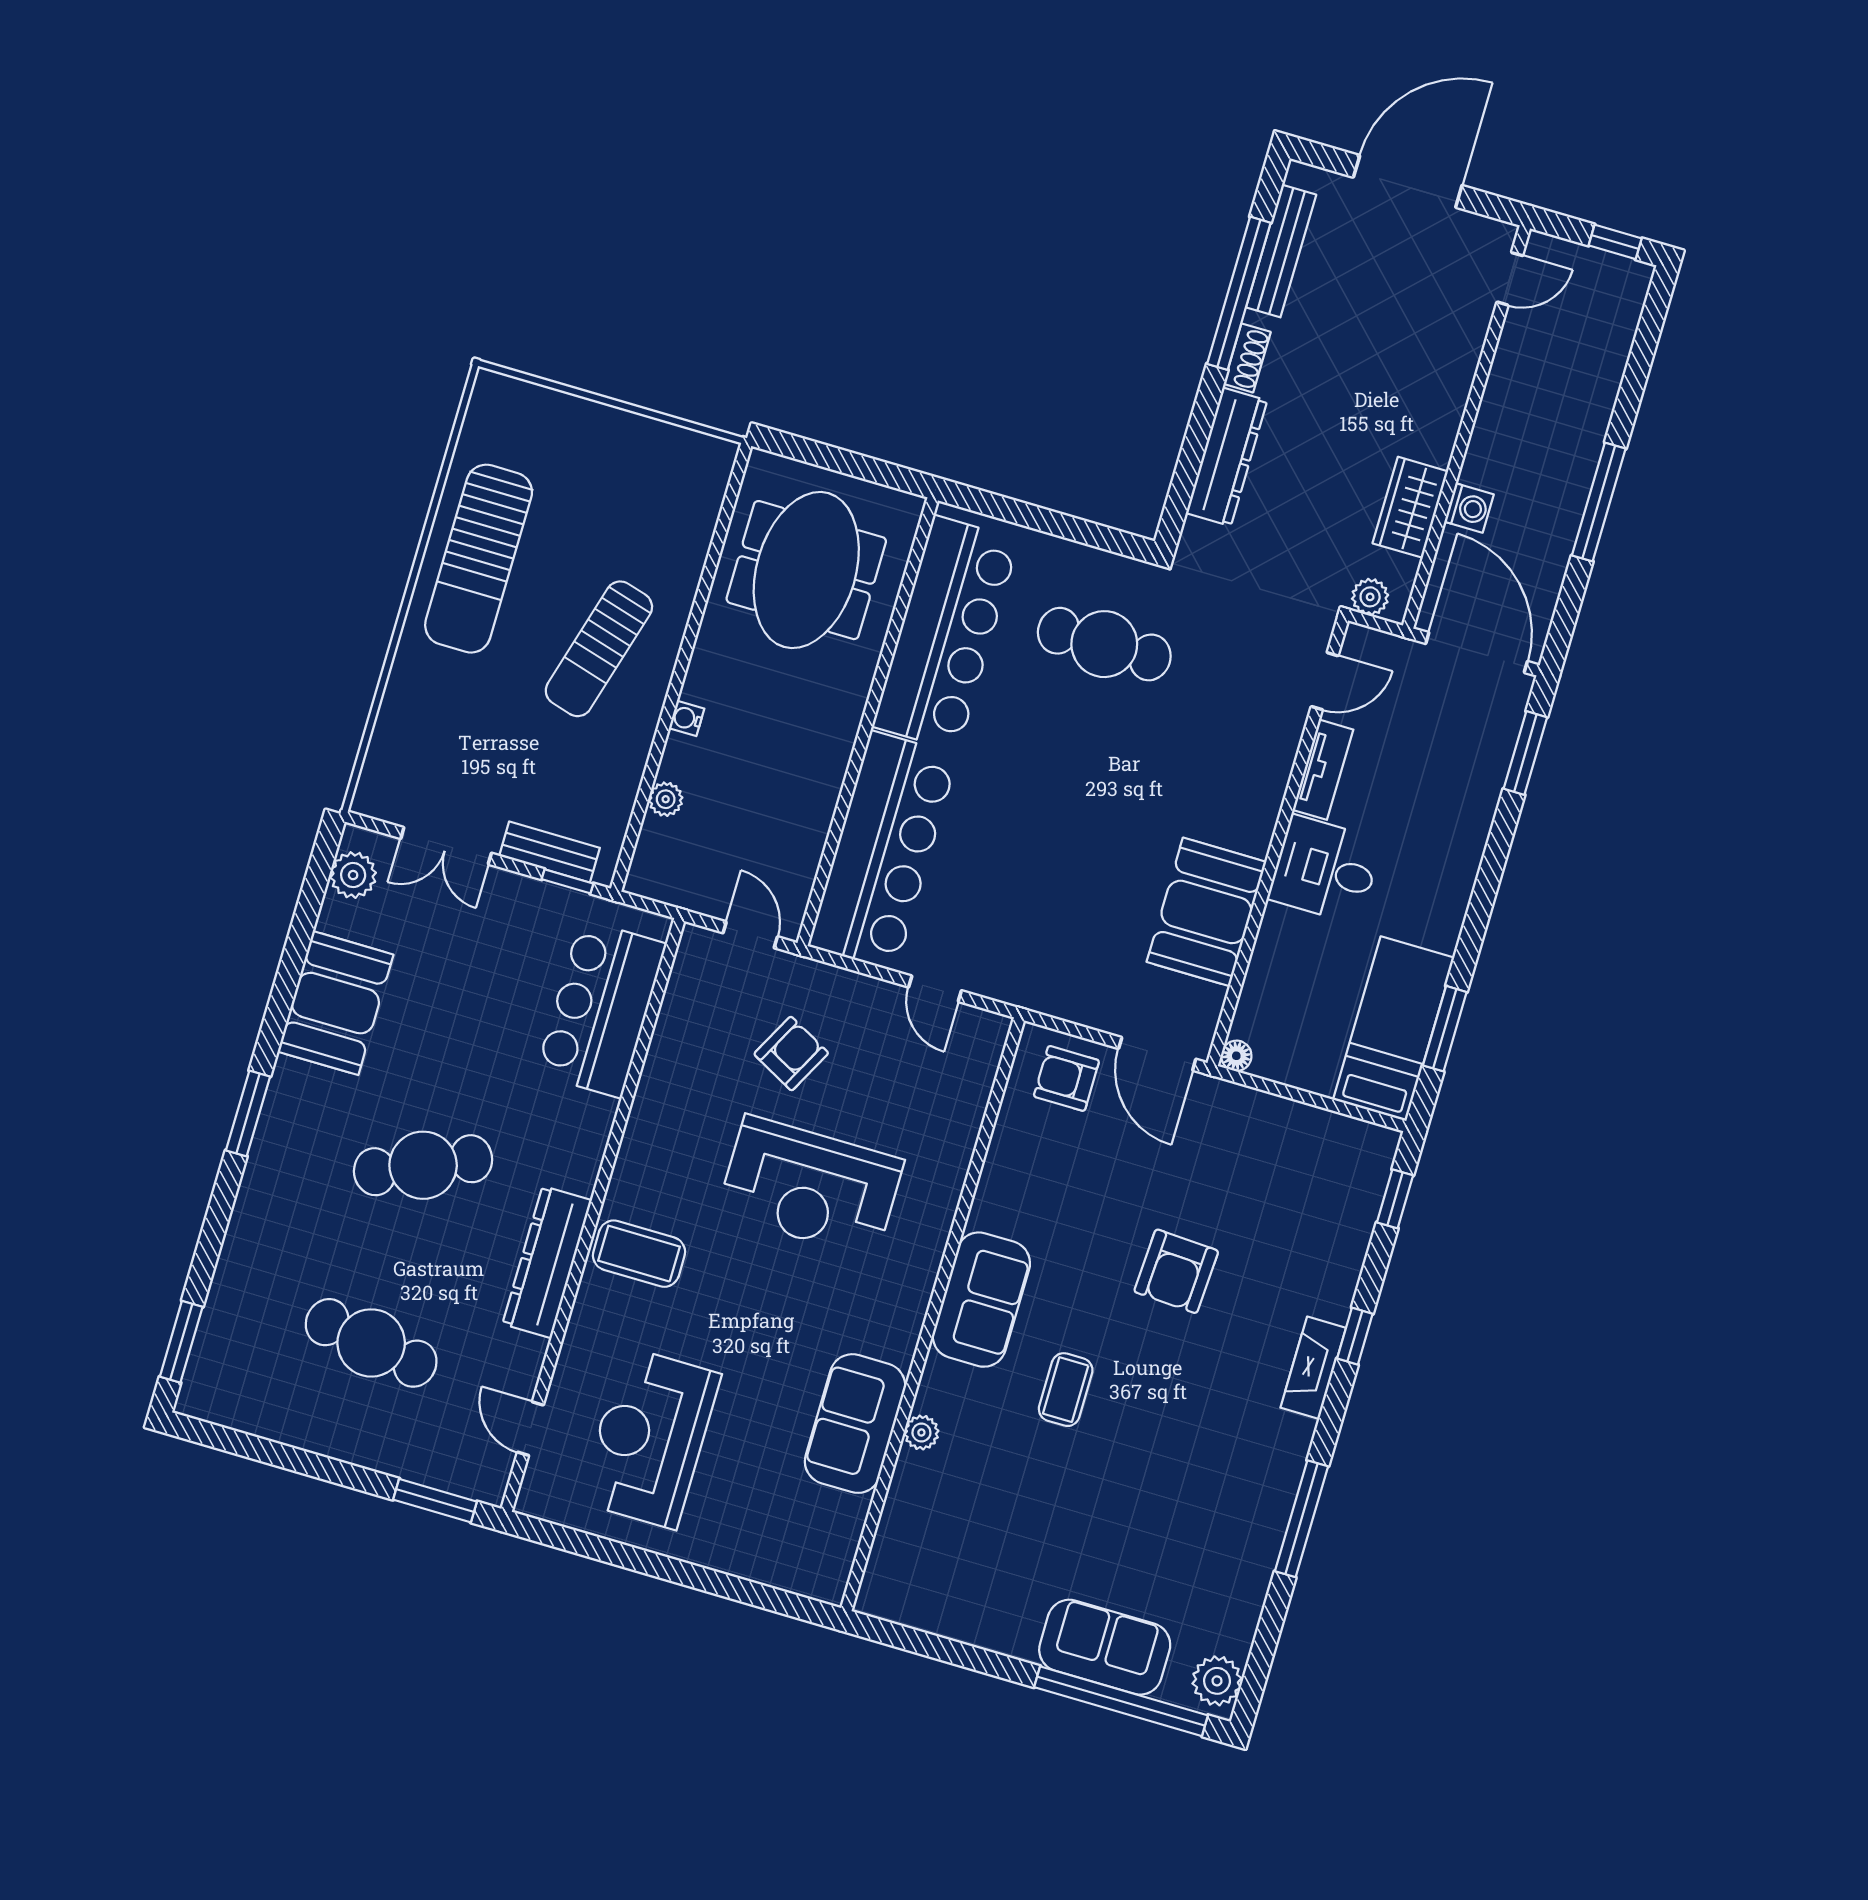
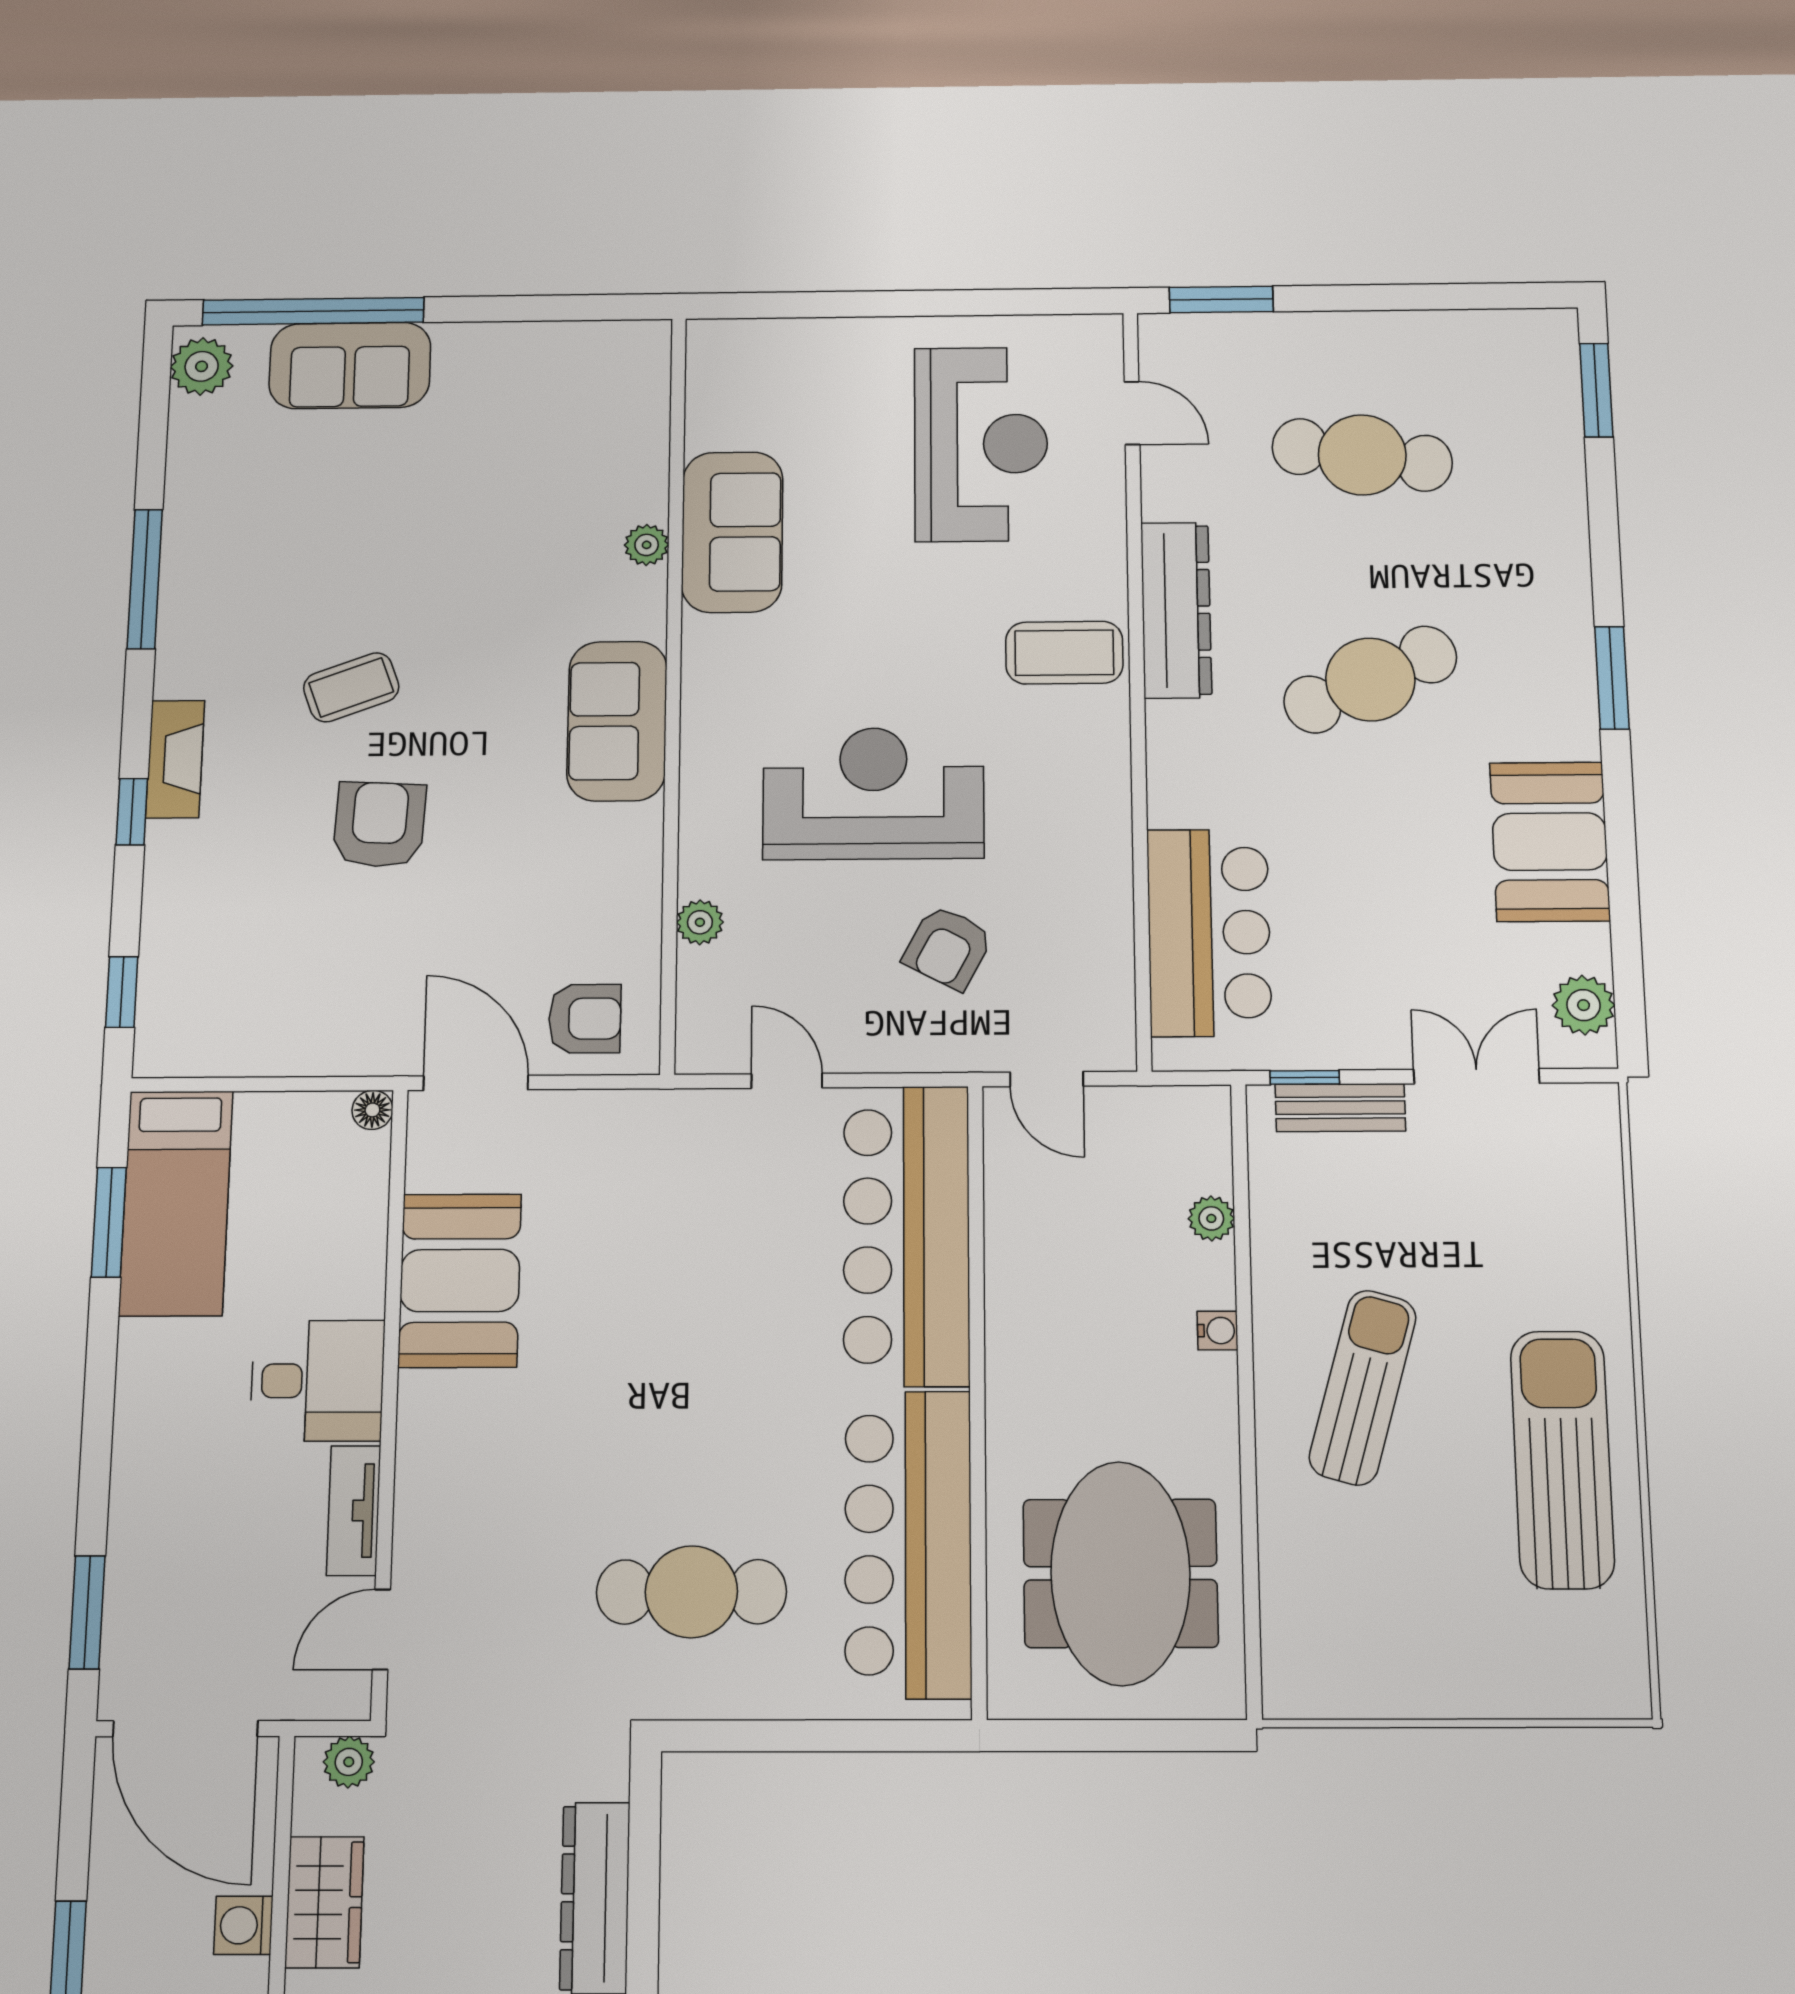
plant: (964, 1126) -> (700, 922), added
coffee table: (1066, 1390) -> (351, 687), moved, turned 70

